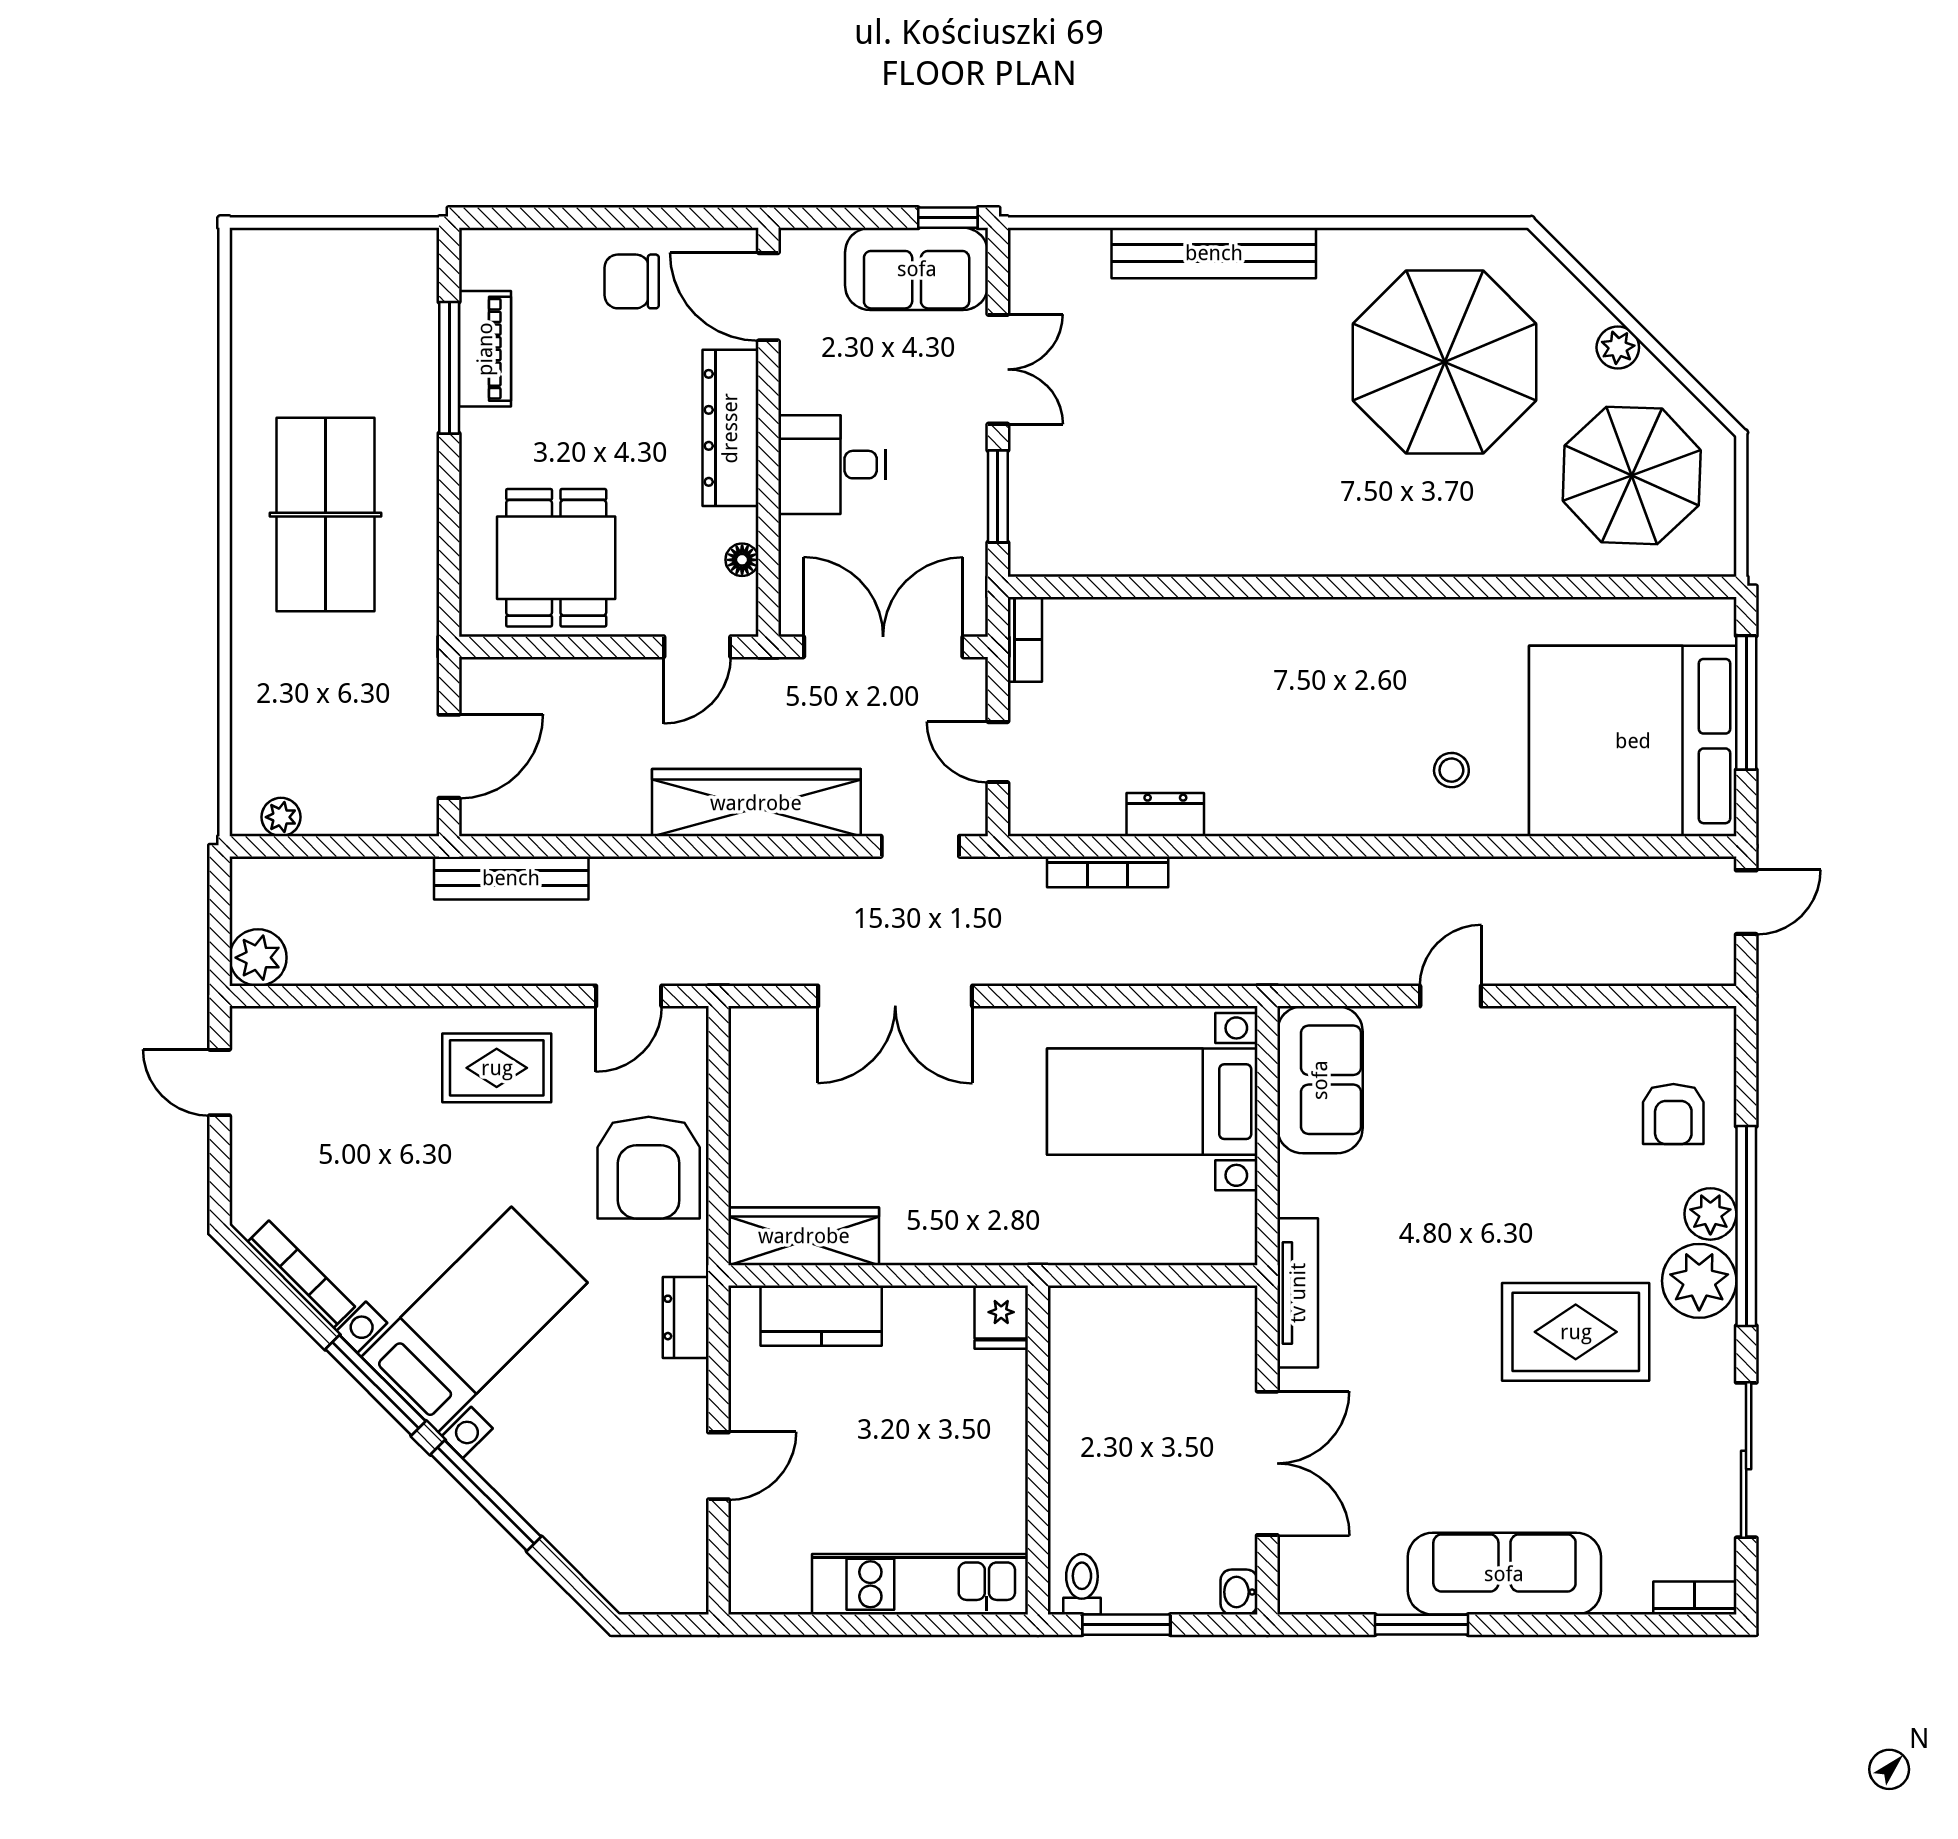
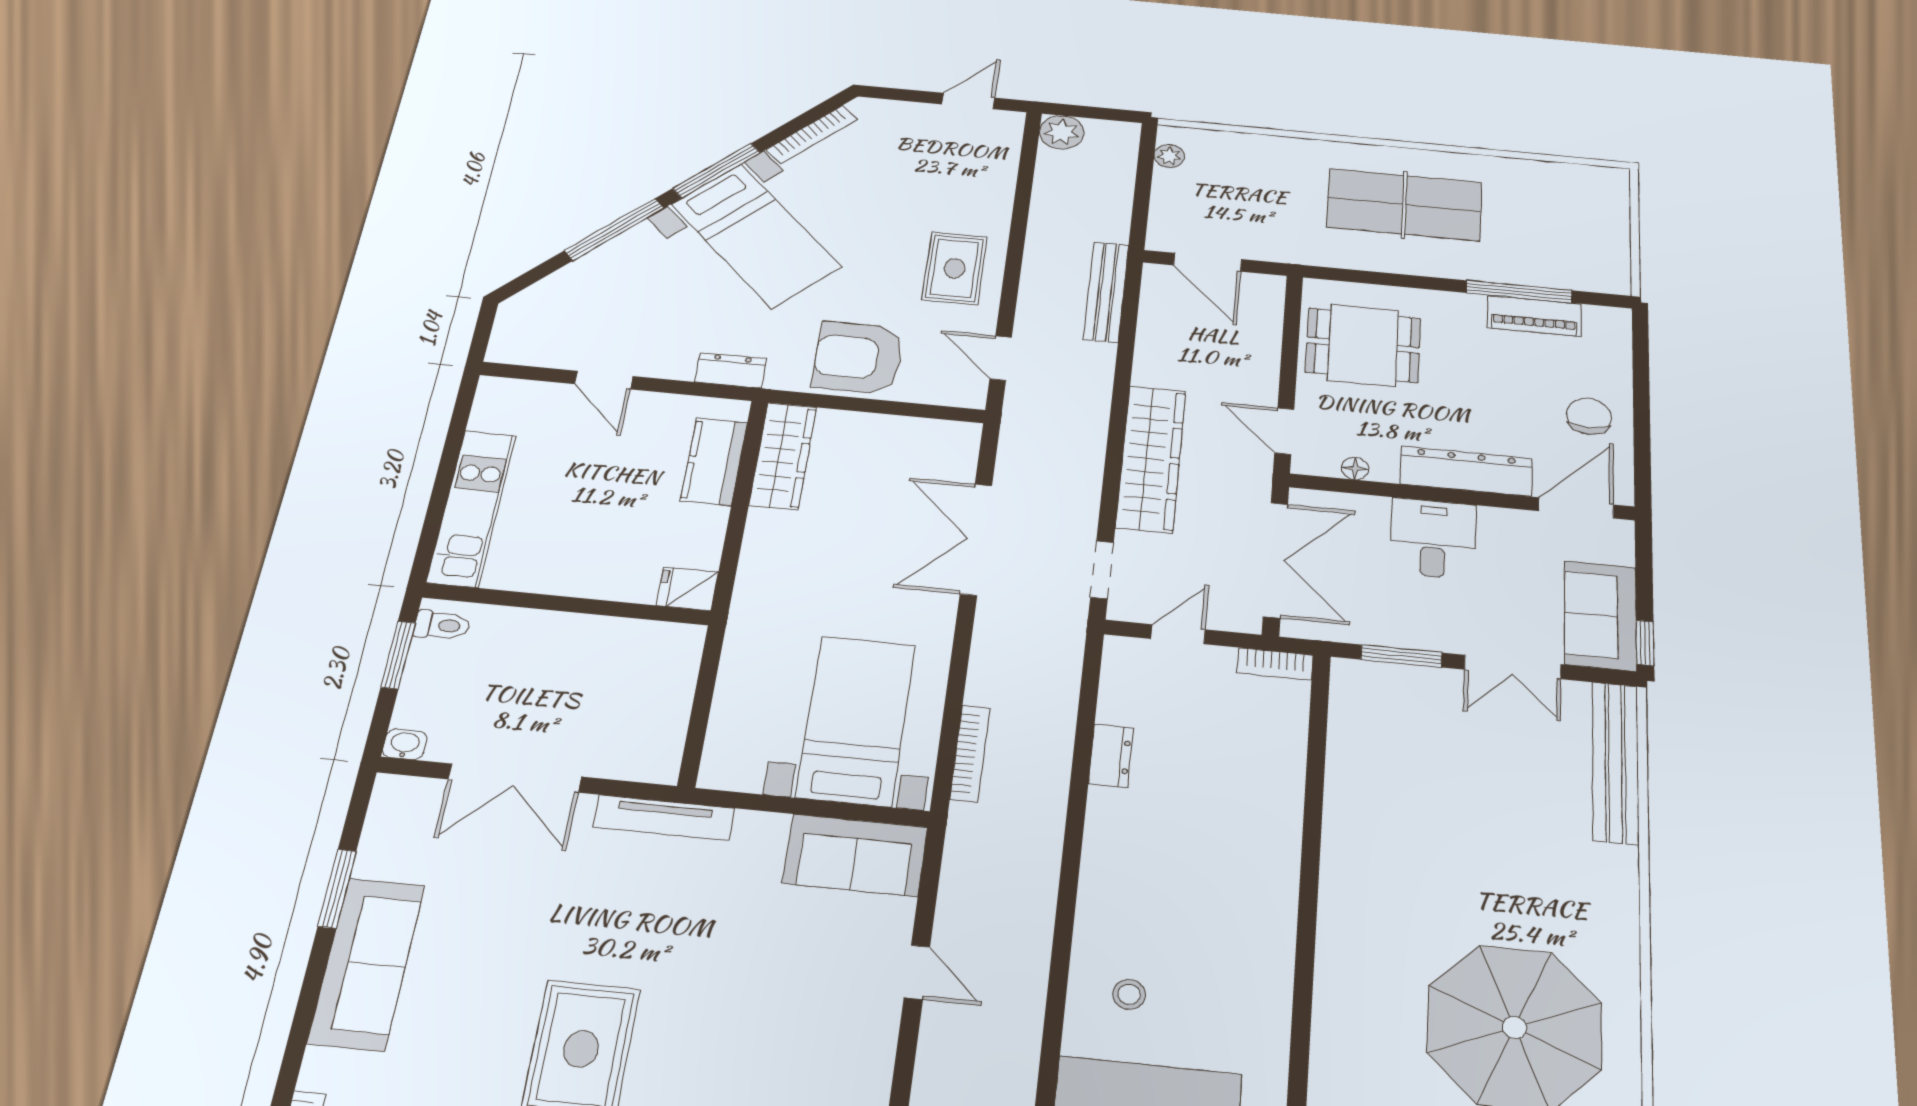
bench: (1214, 253) -> (1615, 762), moved
bookcase: (1108, 872) -> (970, 753), moved, turned 180

